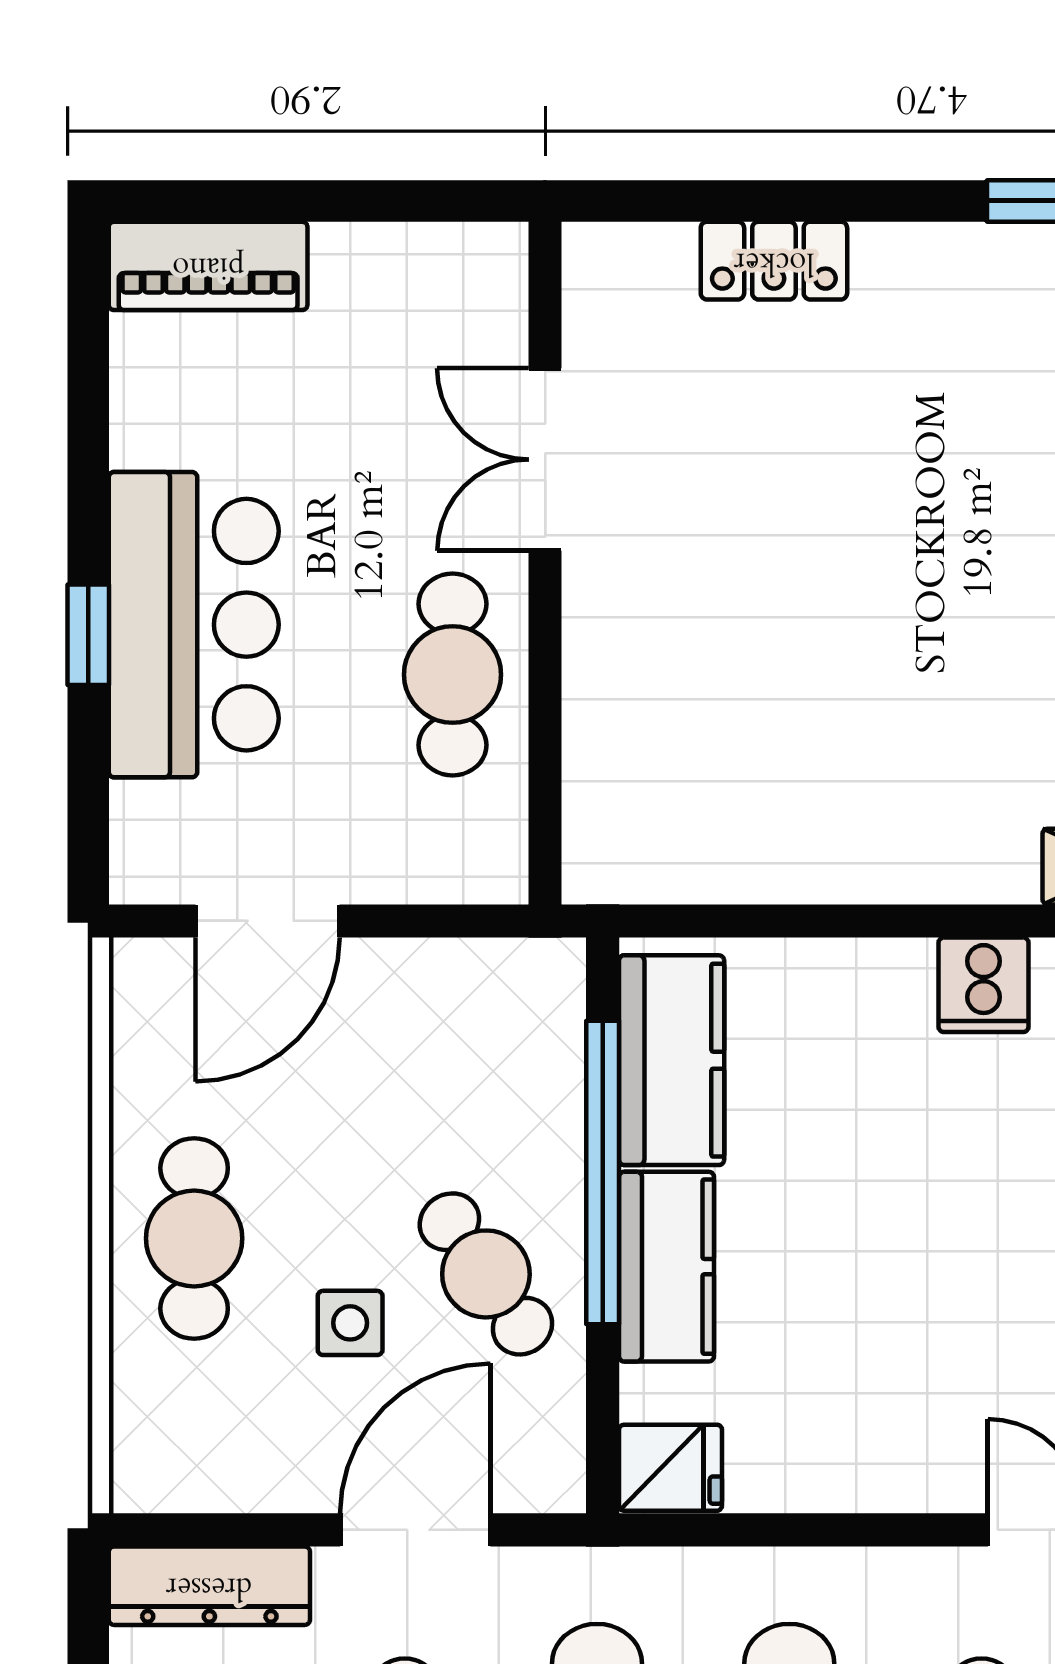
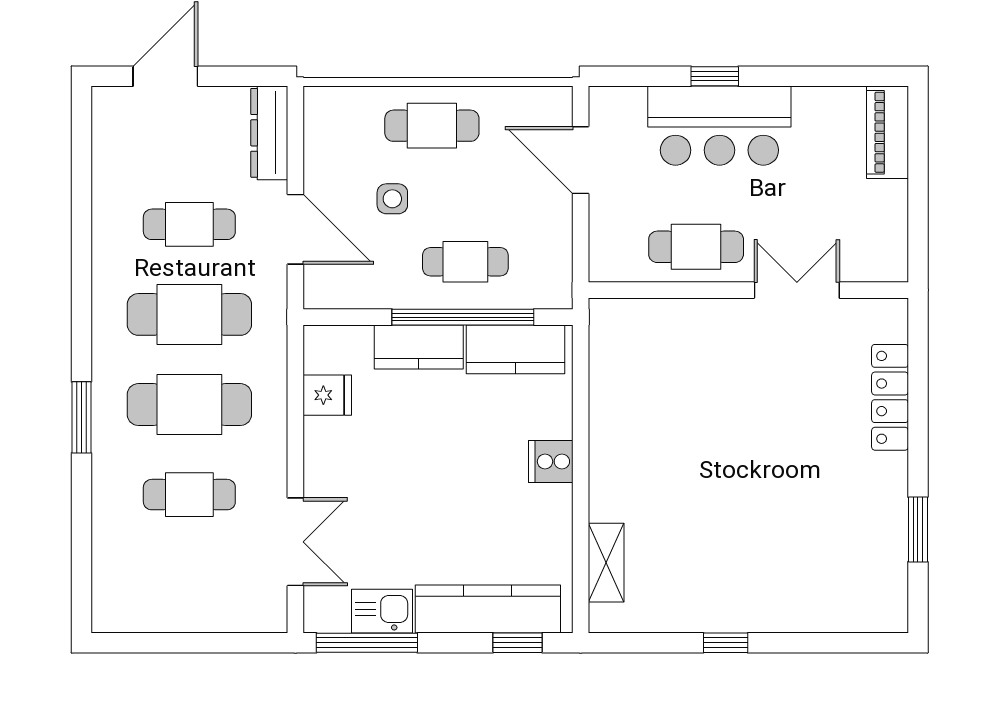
locker: (774, 261) -> (890, 397), width x1.53
cooker: (984, 985) -> (551, 461), moved
cafe table: (486, 1274) -> (465, 262), moved, turned 35
fridge: (671, 1468) -> (327, 395), moved, turned -90

